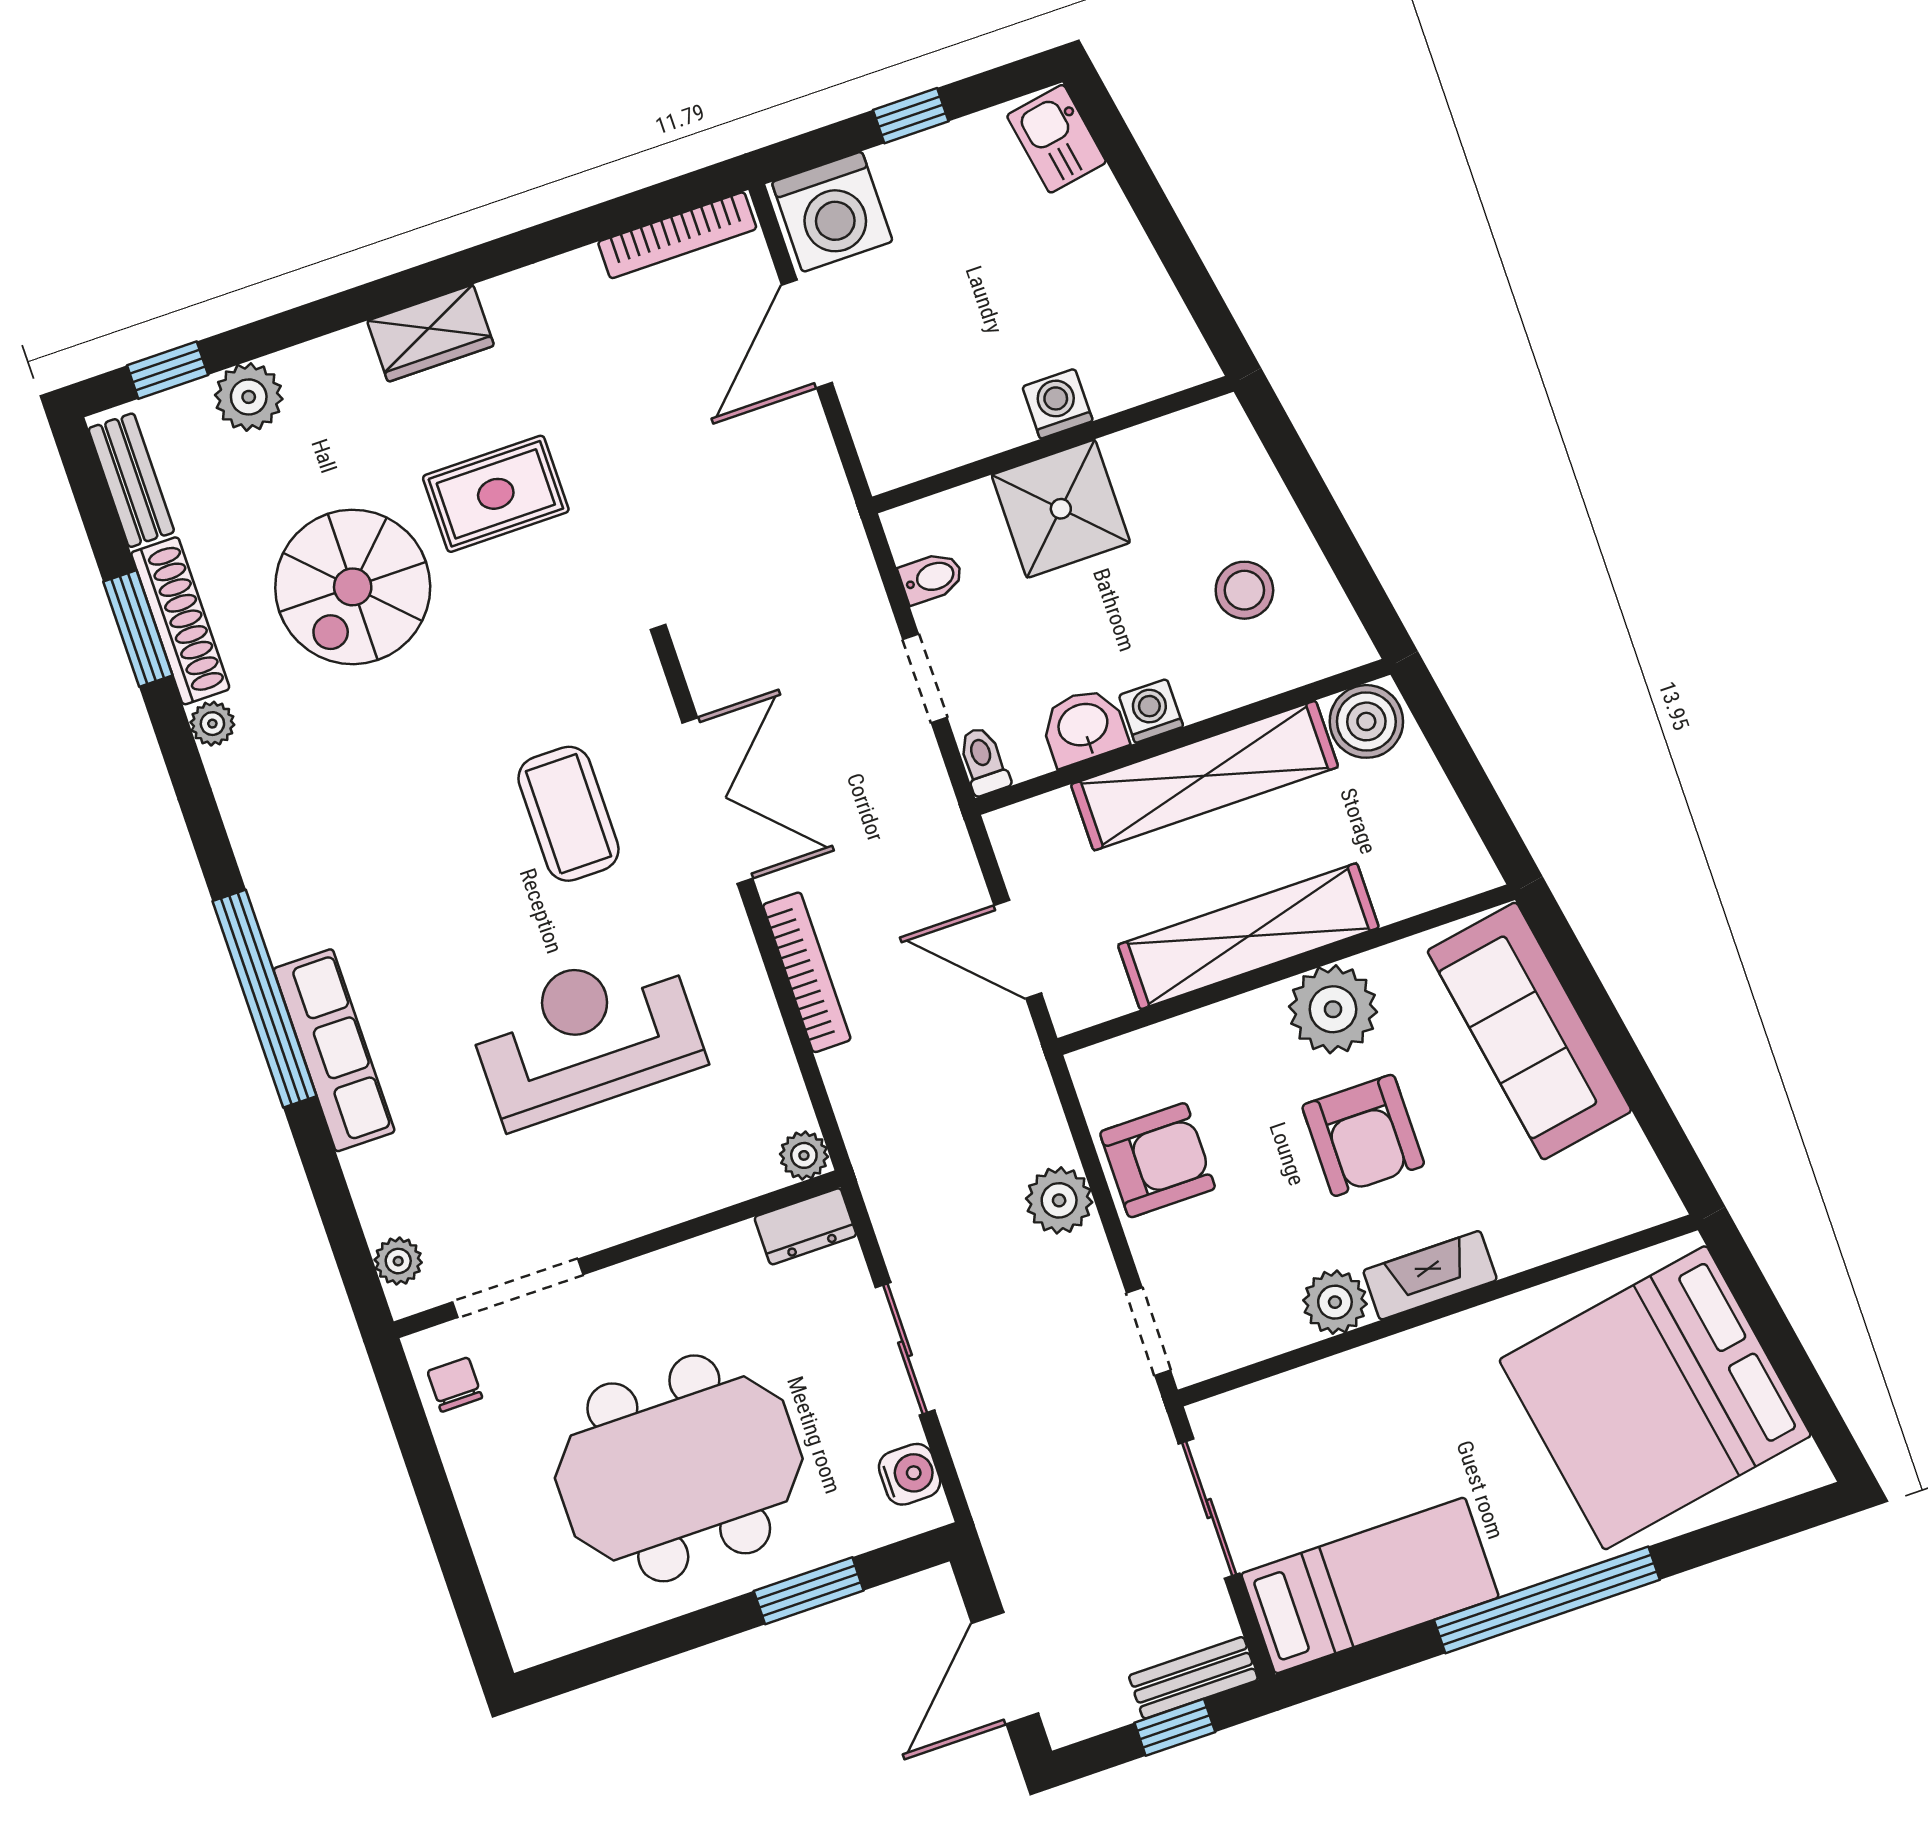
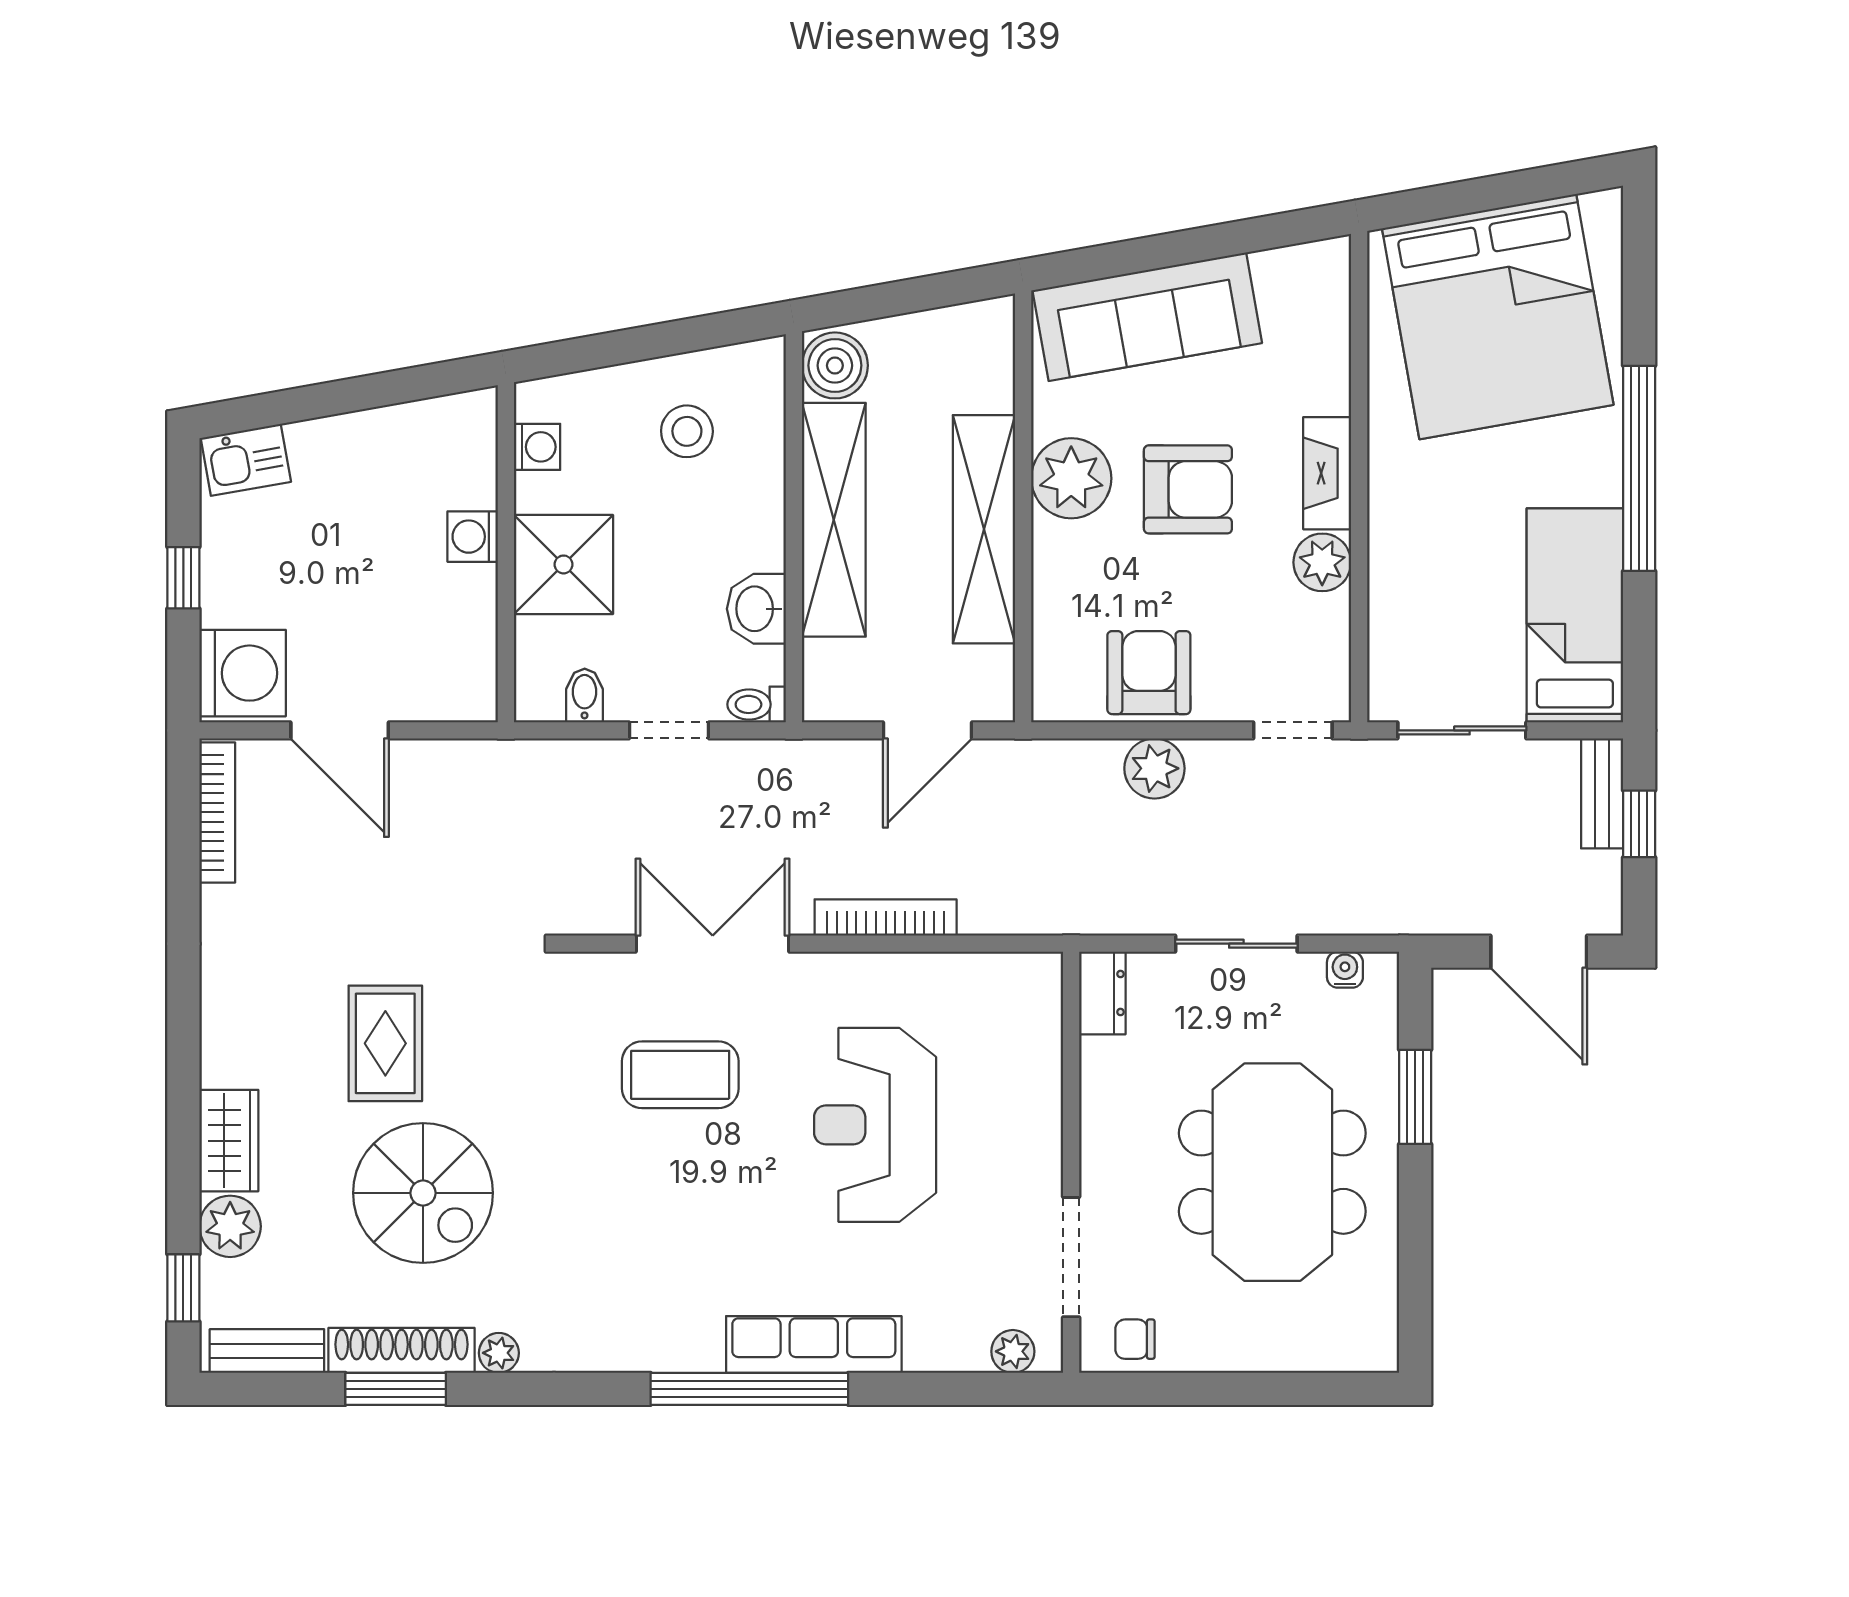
wardrobe: (430, 333) -> (229, 1141), moved
washing machine: (1151, 711) -> (537, 447), moved, turned 180
plant: (804, 1155) -> (1041, 974), removed
water cooler: (910, 1474) -> (1345, 970), width x0.72, depth x0.72

